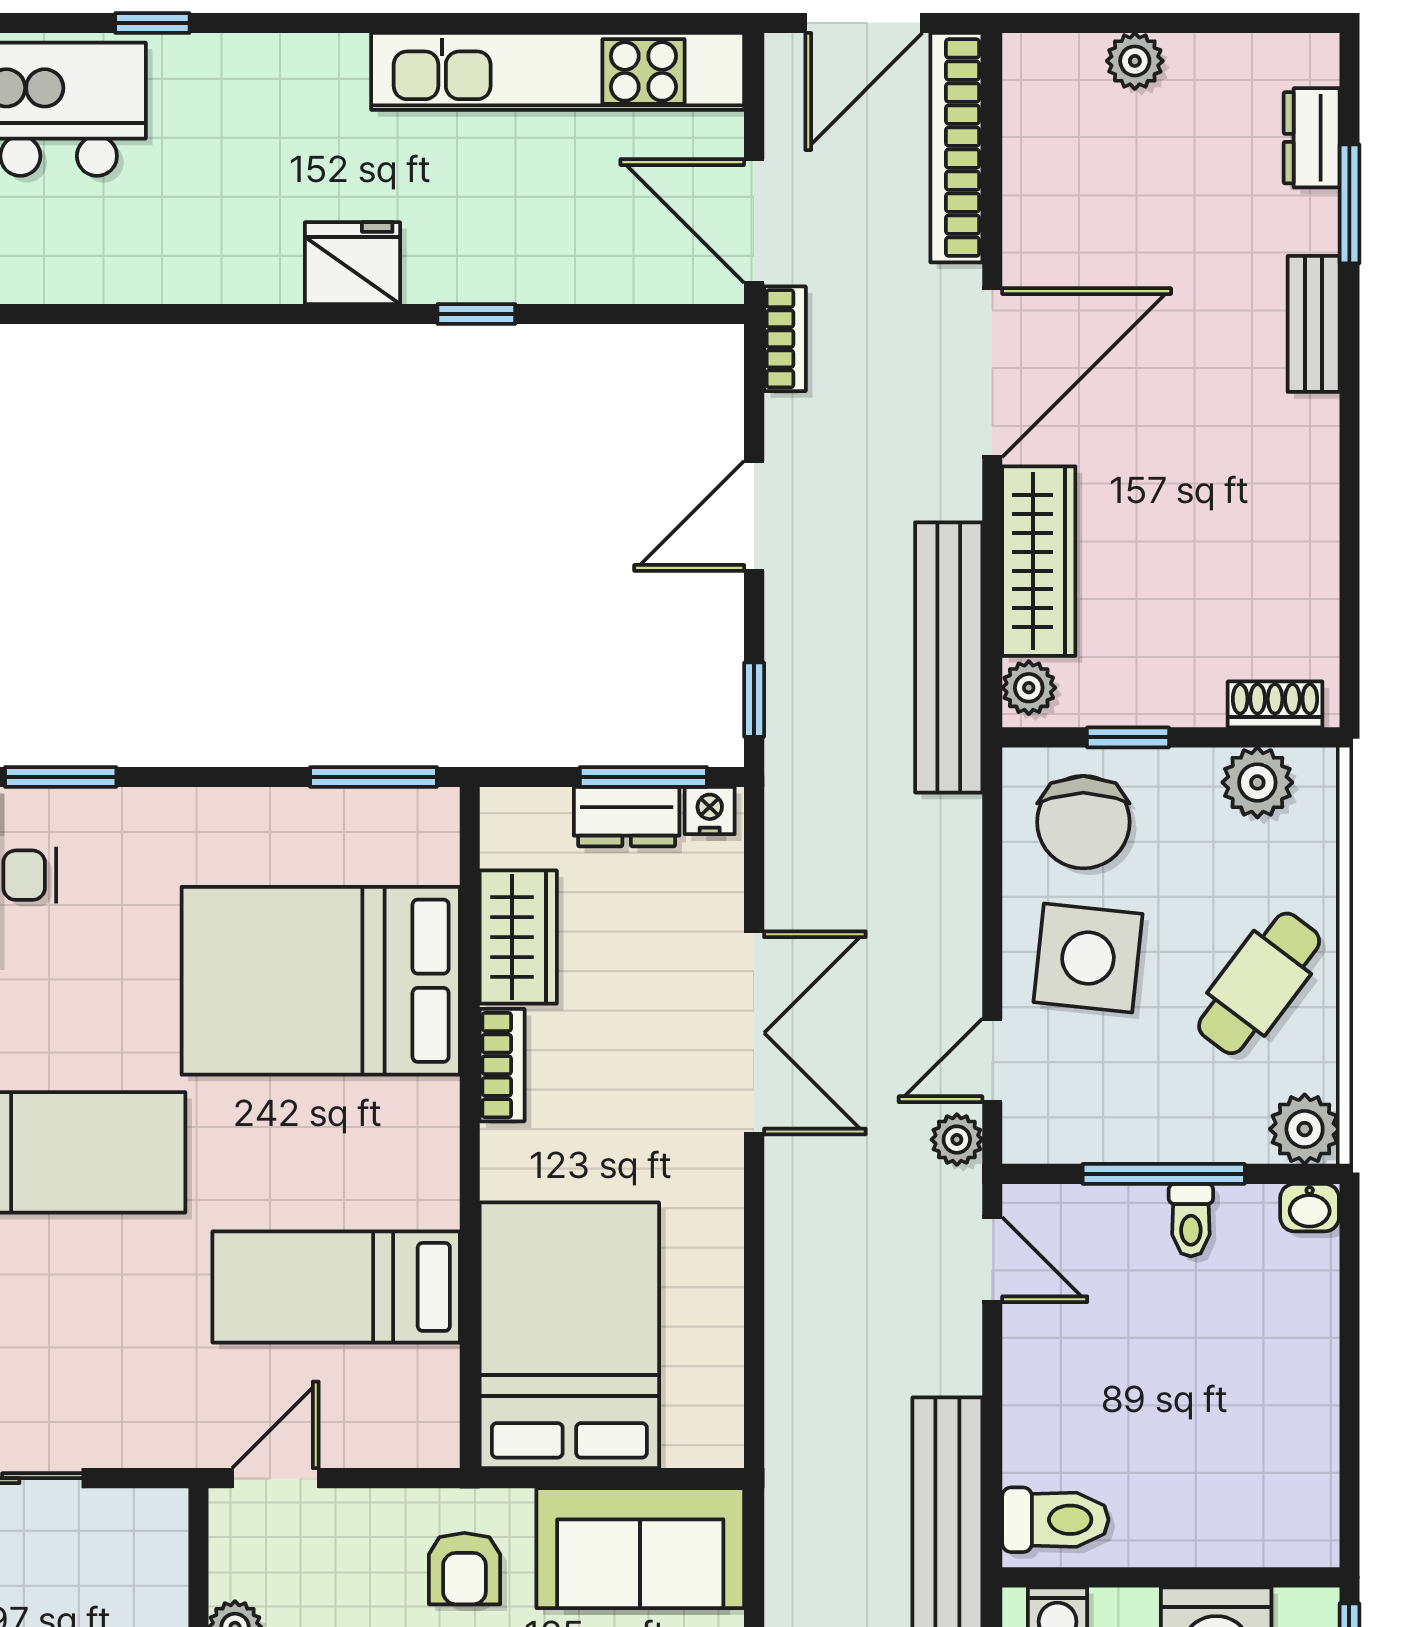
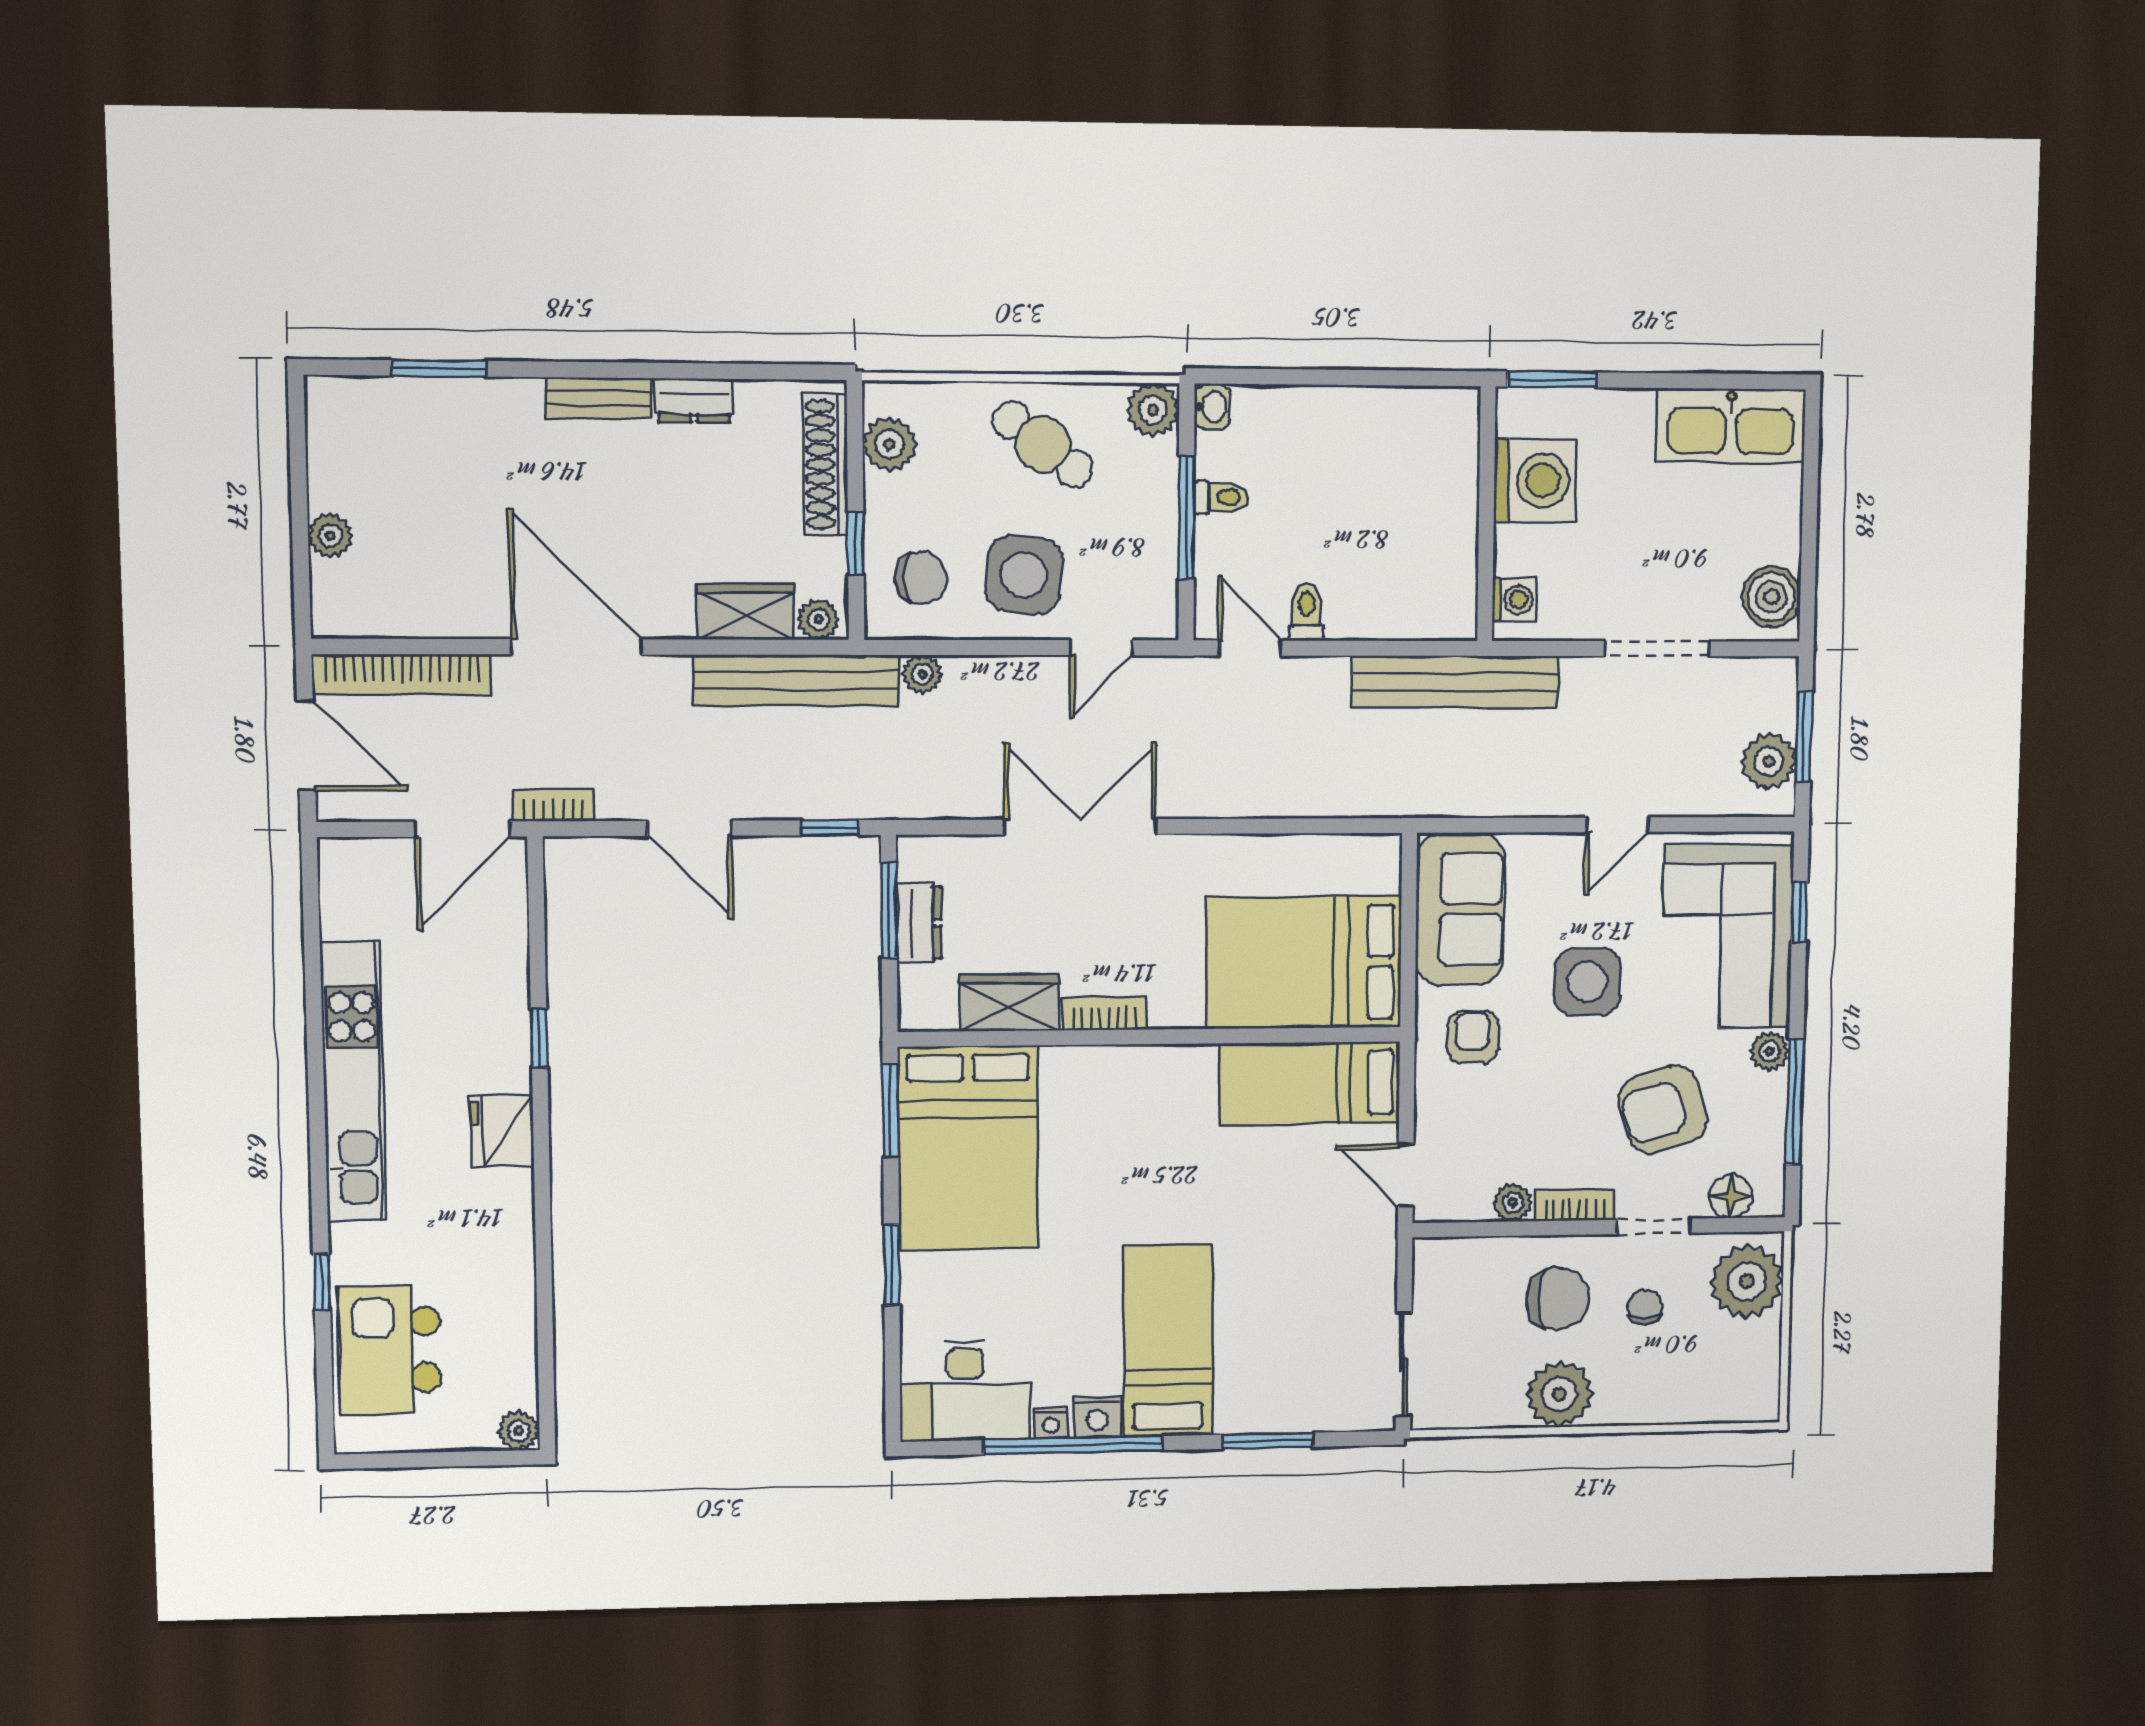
kitchen unit: (558, 71) -> (353, 1081), moved
dresser: (1312, 138) -> (694, 400), moved
bench: (1314, 324) -> (598, 398), moved
wardrobe: (1039, 561) -> (746, 612), width x0.67
shoe rack: (1275, 704) -> (826, 465), width x1.94, depth x1.24
window: (61, 777) -> (892, 1265), moved
nightstand: (710, 811) -> (914, 861), removed
chair: (1083, 822) -> (921, 578), width x0.73, depth x0.73
bed: (321, 981) -> (968, 1148), moved
door: (992, 1060) -> (1101, 648), hinge flipped
plant: (957, 1140) -> (922, 674), moved
door: (992, 1260) -> (1250, 648), hinge flipped
bed: (336, 1287) -> (1310, 1083), moved, turned 90
toilet: (1055, 1520) -> (1307, 612), moved, width x0.73, depth x0.72
armchair: (464, 1569) -> (1473, 1037), turned -90

